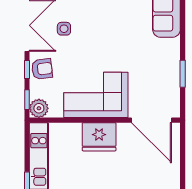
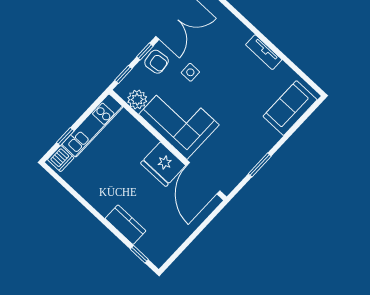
side table: (64, 29) -> (190, 72), moved
plant: (39, 108) -> (137, 99), moved
fridge: (99, 137) -> (163, 164), moved

